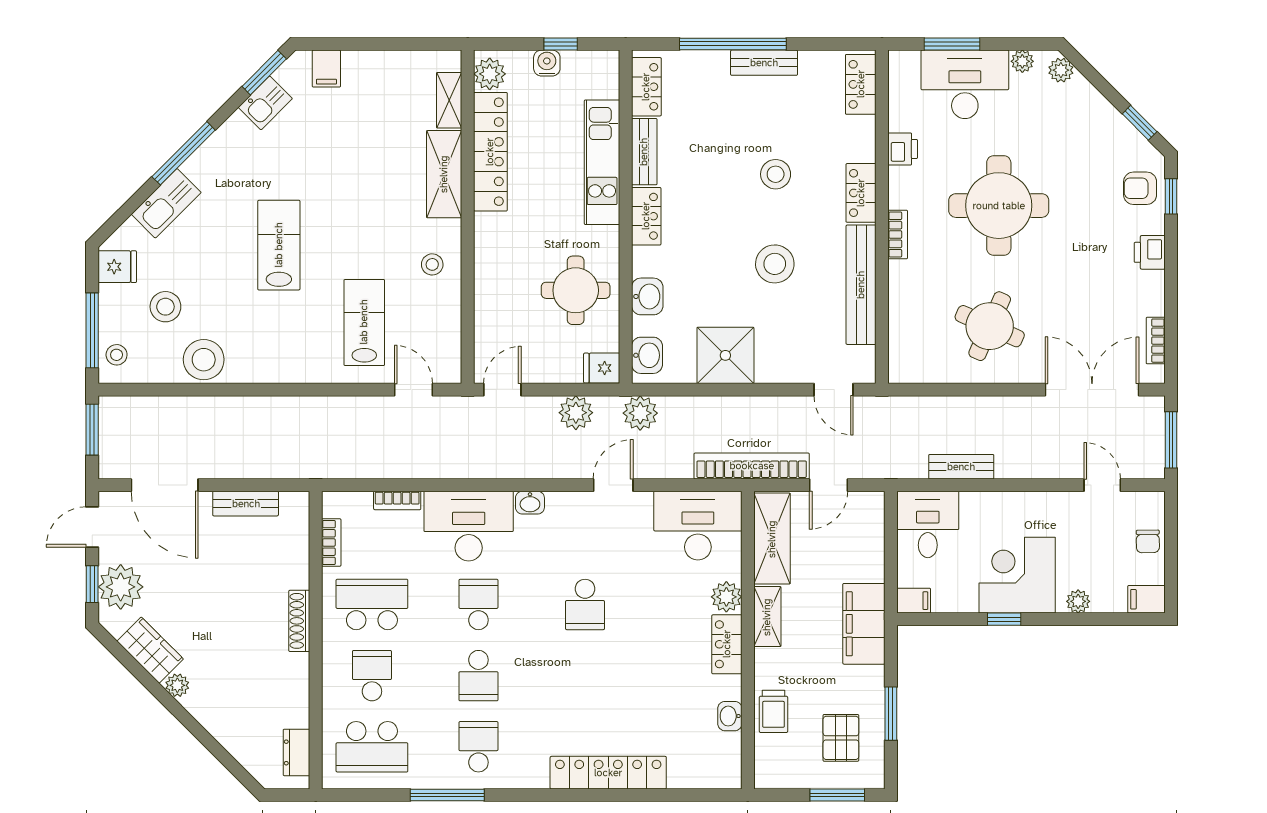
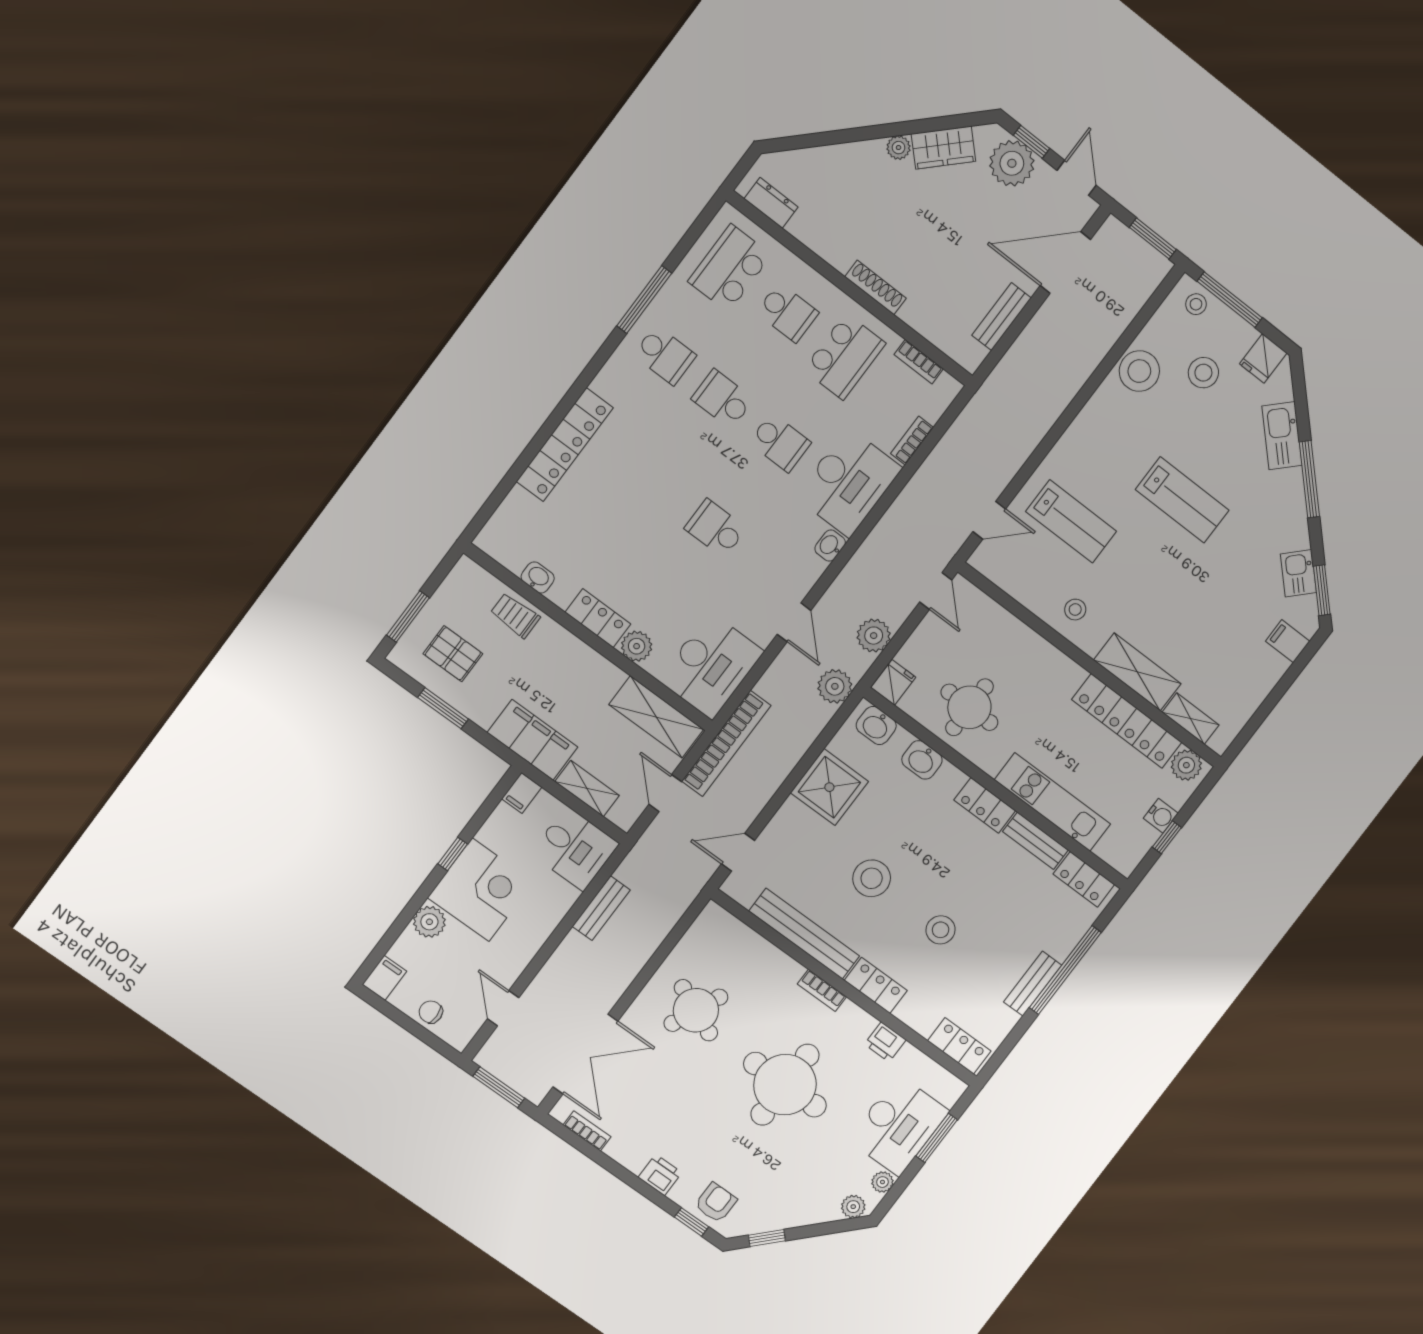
door: (1102, 485) -> (503, 1008), swing flipped
plant: (1078, 601) -> (429, 922), width x1.38, depth x1.38
shelving: (767, 617) -> (587, 789), moved

